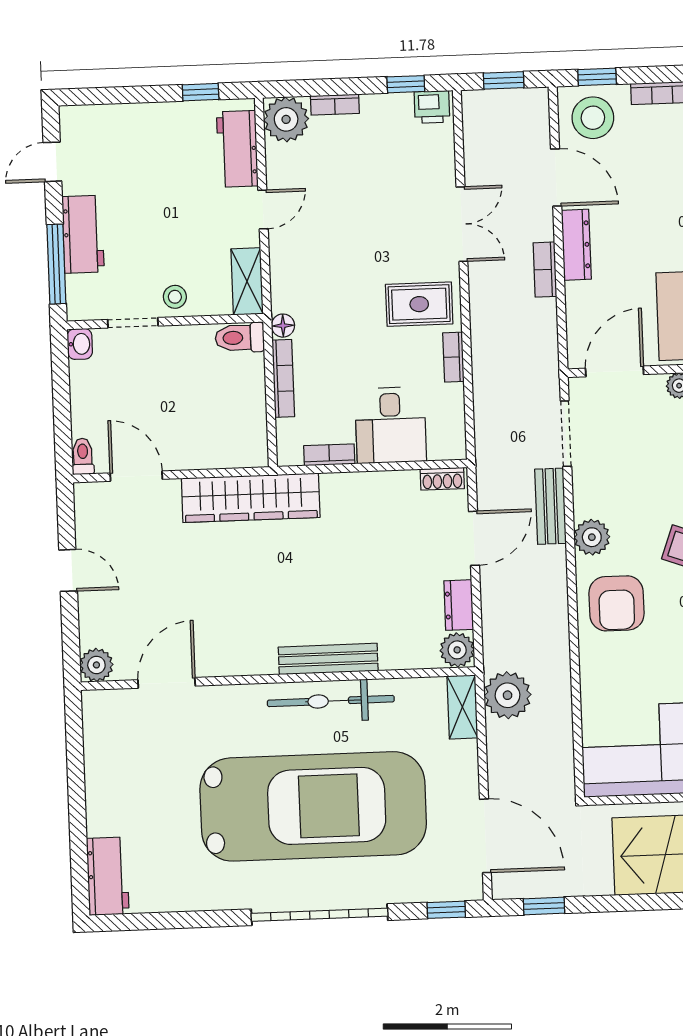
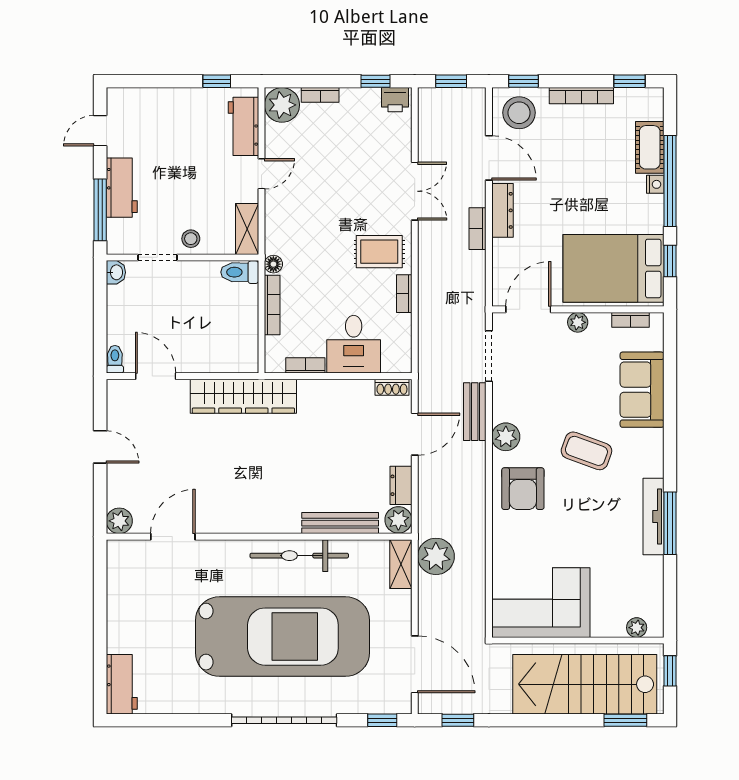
bench: (328, 659) -> (340, 523), moved

